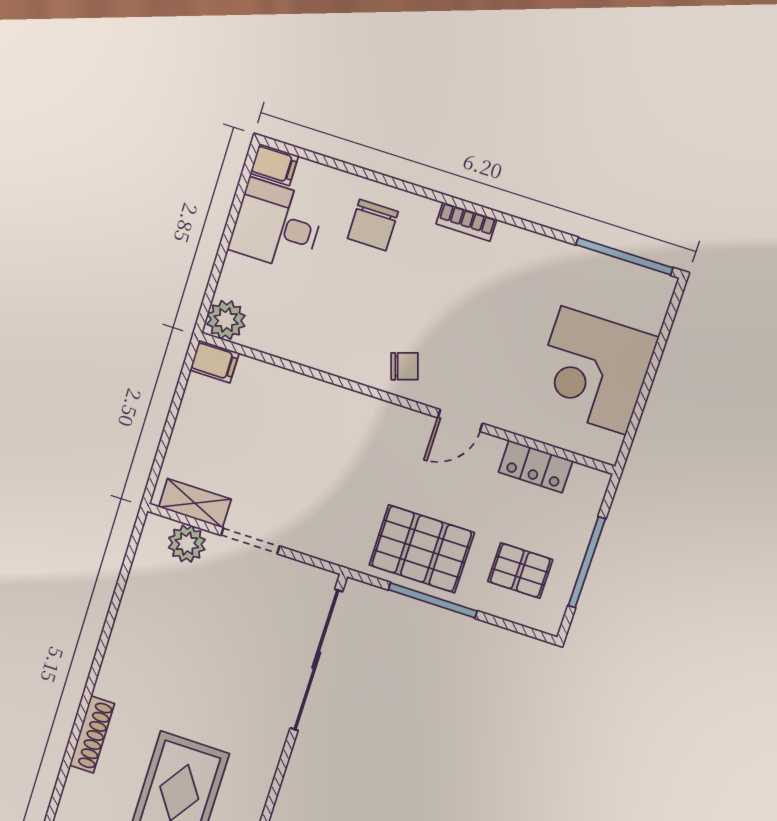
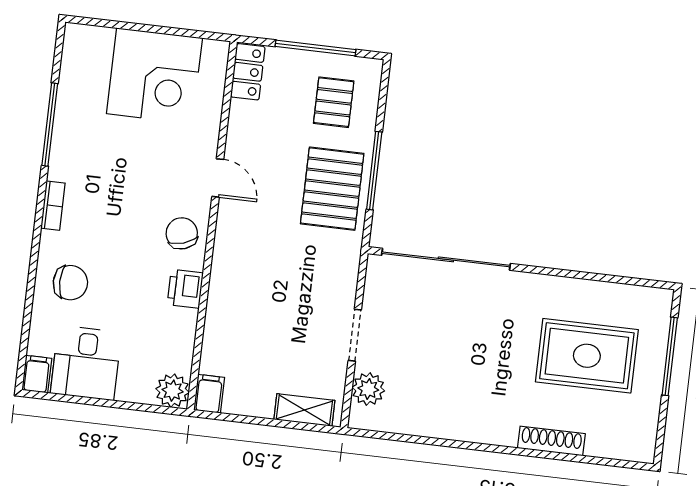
window: (624, 256) -> (50, 124), moved
printer: (340, 358) -> (185, 289), added
chair: (405, 366) -> (182, 233), width x1.37, depth x1.37
locker: (536, 467) -> (248, 72), moved
shelving: (195, 503) -> (304, 410), moved, turned 90

